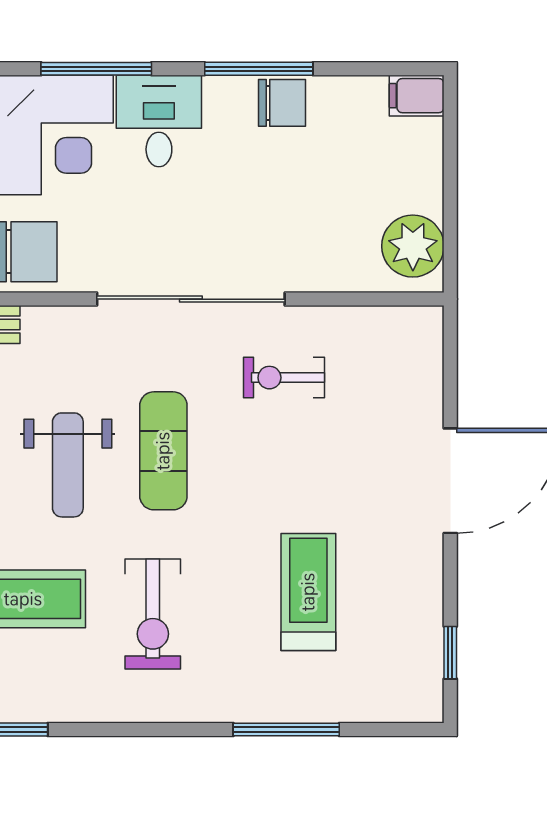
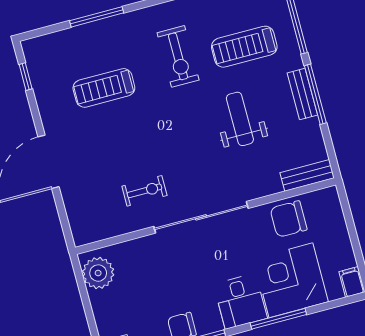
exercise mat: (163, 451) -> (194, 139), removed
treadmill: (308, 592) -> (104, 88), turned 90
exercise bike: (153, 614) -> (178, 56), turned 180

